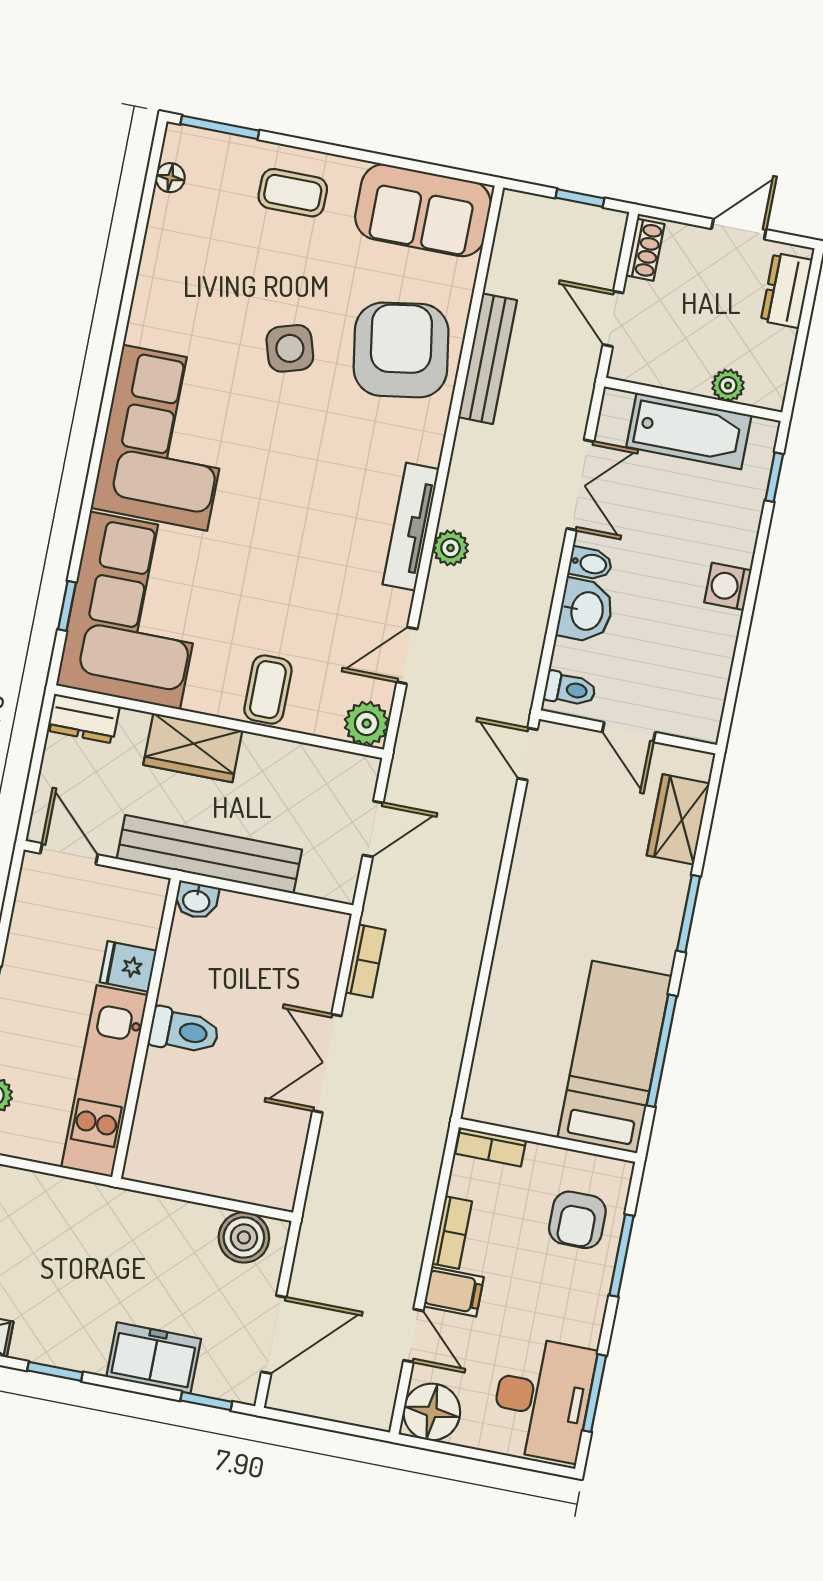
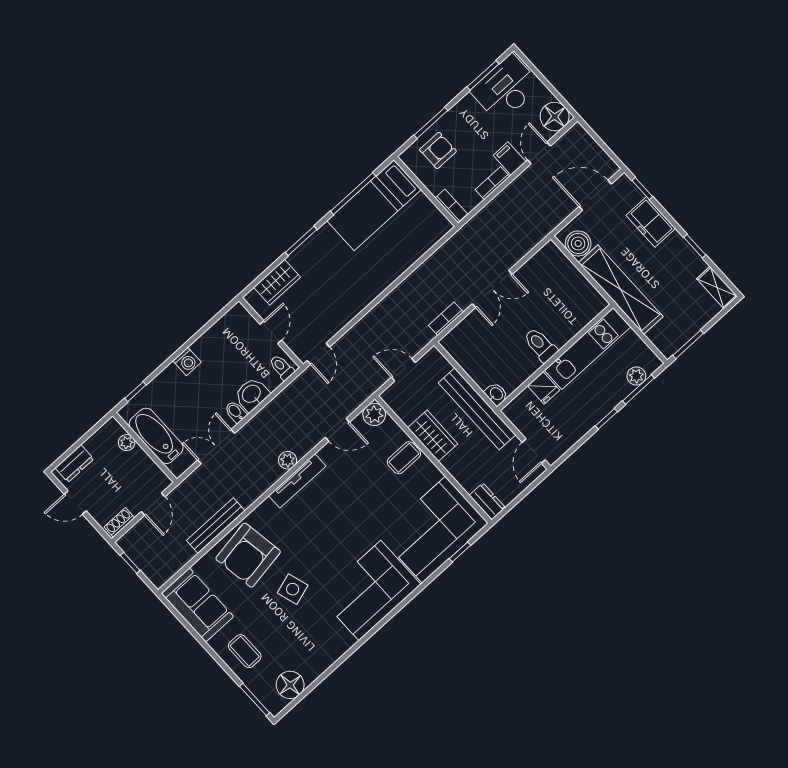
floor lamp: (170, 178) -> (290, 685), width x1.89, depth x1.89
wardrobe: (193, 748) -> (433, 436), moved
shelving: (121, 1214) -> (621, 290), added

